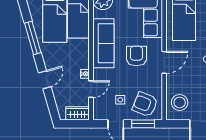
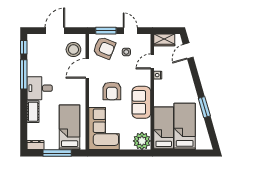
window: (33, 38) -> (204, 107), width x0.69
sofa: (103, 43) -> (141, 102), width x0.73
door: (164, 62) -> (87, 68), moved
door: (45, 80) -> (188, 51), moved

